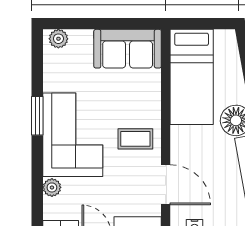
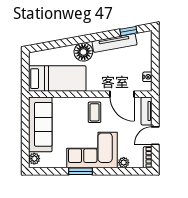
sofa: (128, 49) -> (40, 124), width x1.36
door: (166, 185) -> (122, 94), swing flipped

